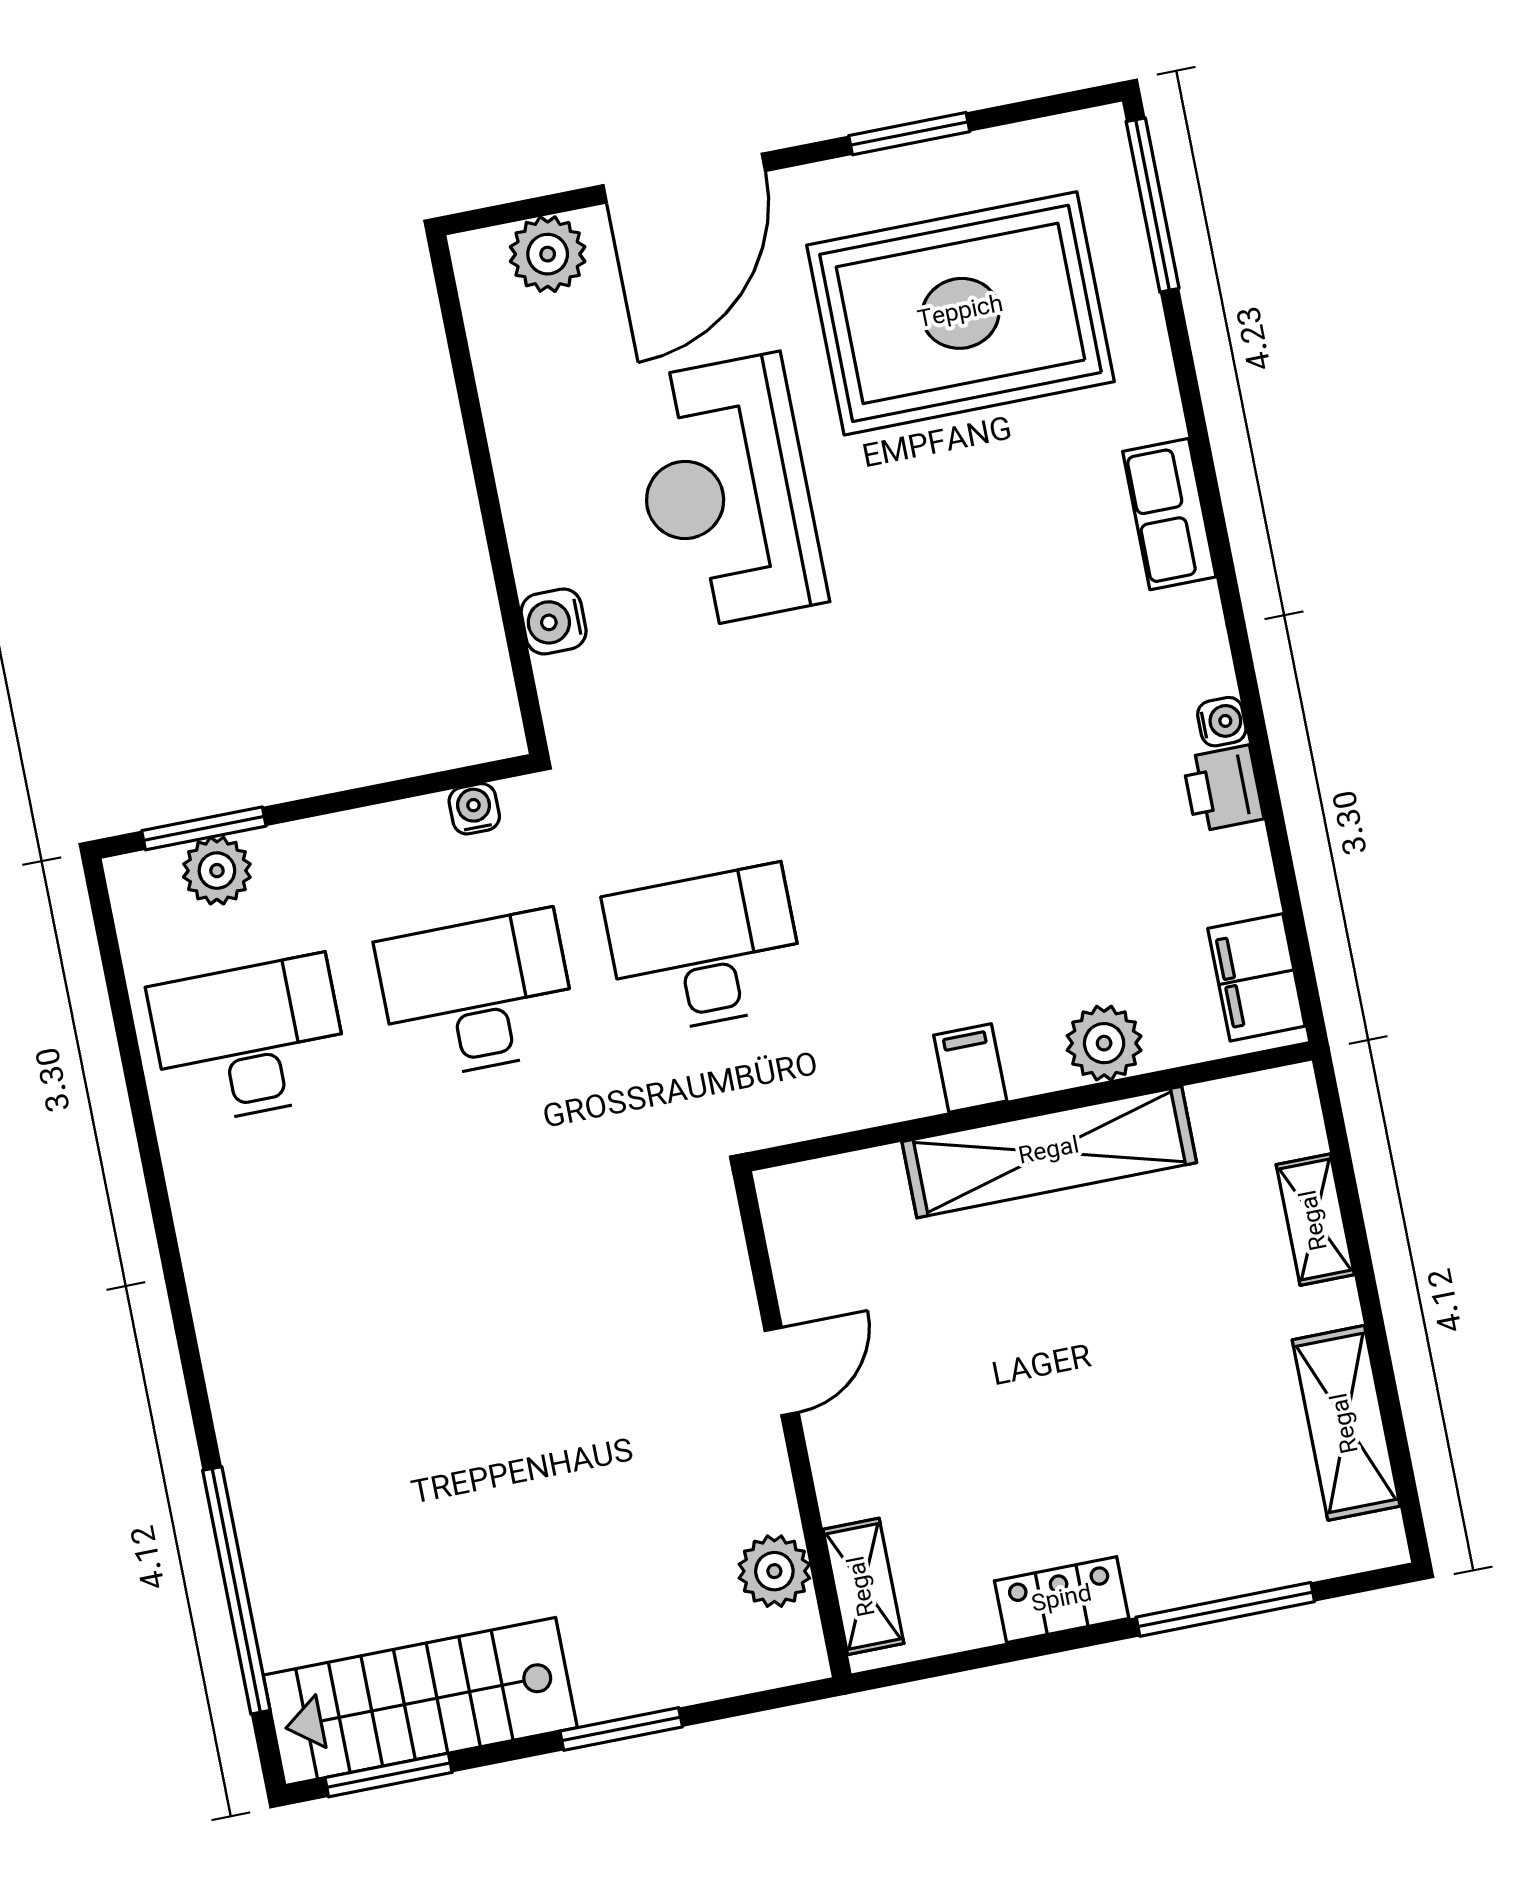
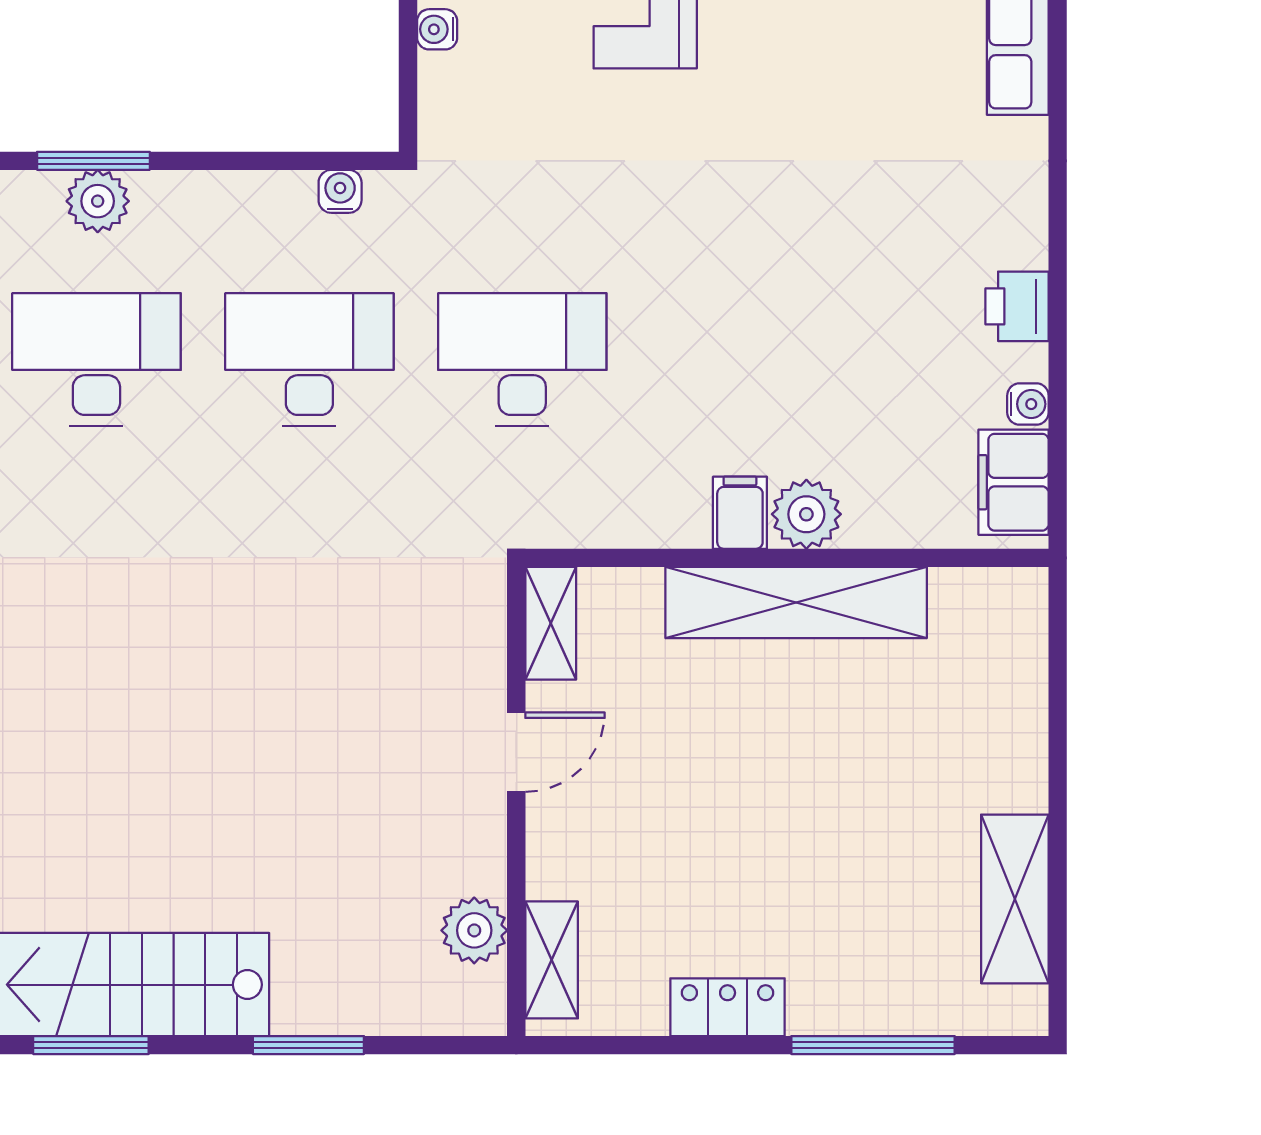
water cooler: (554, 621) -> (437, 29), width x0.72, depth x0.72
water cooler: (1222, 722) -> (1028, 404), moved
plant: (1104, 1043) -> (806, 514), moved
shelving: (1315, 1220) -> (551, 623), moved

